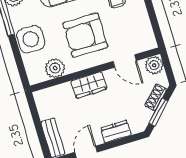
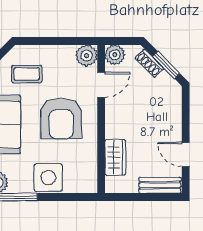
plant: (55, 68) -> (86, 56), moved
wardrobe: (89, 85) -> (115, 157), moved
dresser: (116, 132) -> (173, 116), removed

